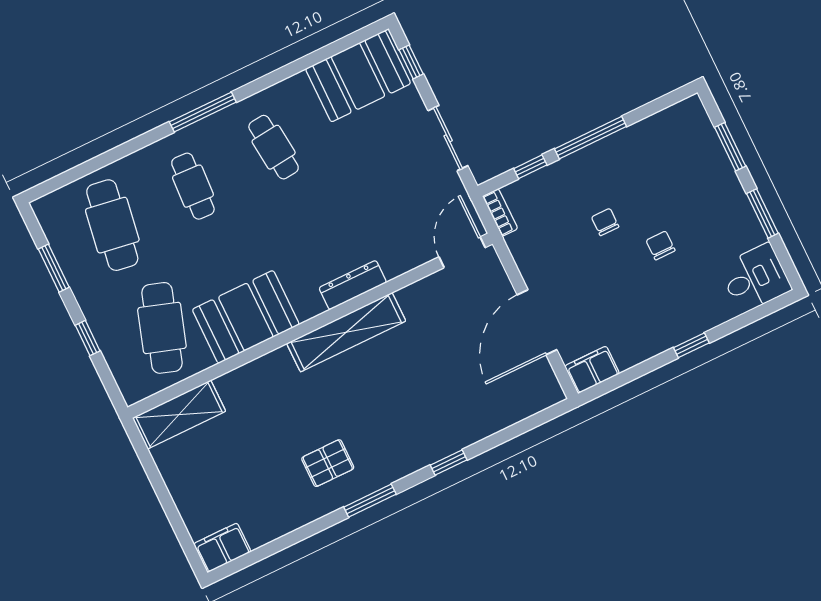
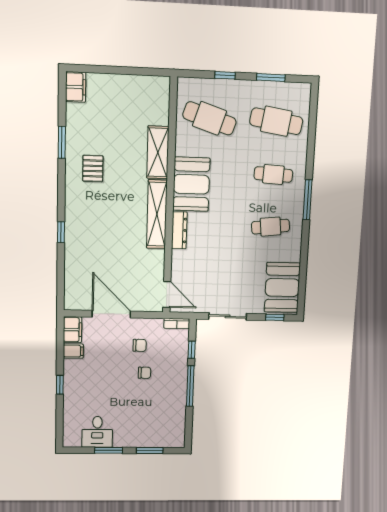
chair: (661, 245) -> (140, 345), moved
desk: (755, 278) -> (97, 432), moved
booth: (246, 317) -> (191, 184), moved
filing cabinet: (626, 351) -> (73, 351), added
shelving: (179, 415) -> (158, 152), moved
window: (370, 501) -> (62, 142), moved

